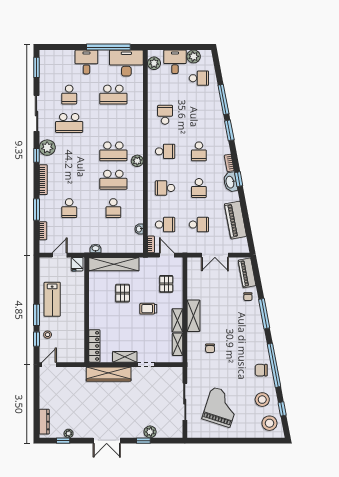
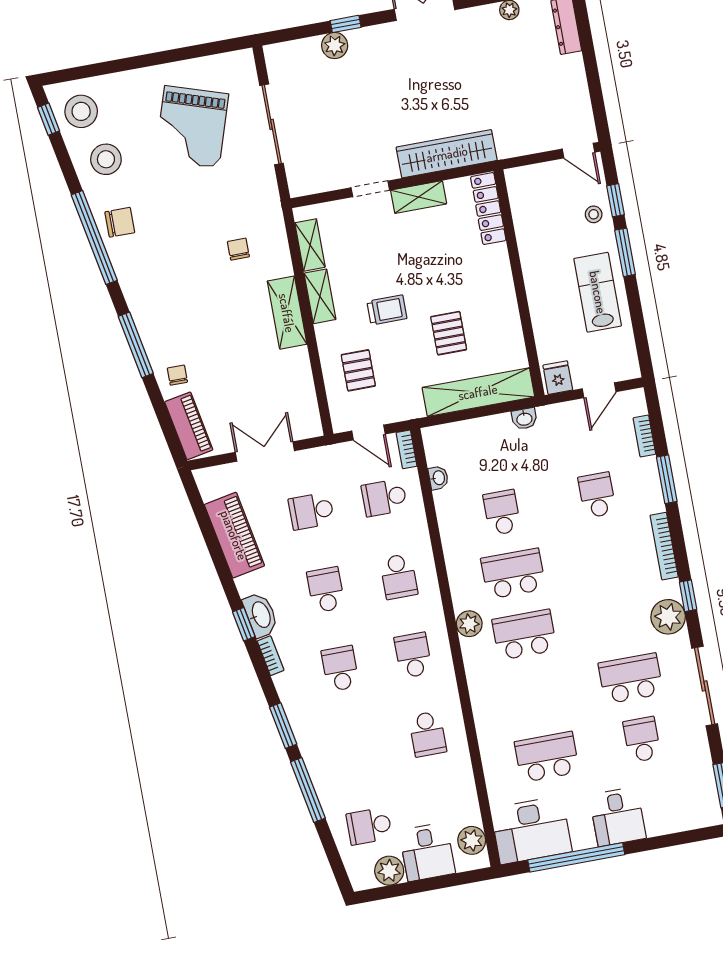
school desk: (165, 151) -> (413, 655), turned 90
school desk: (165, 188) -> (399, 576), turned 90
door: (49, 365) -> (578, 151), hinge flipped
window: (282, 409) -> (49, 119), moved

